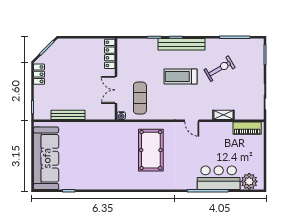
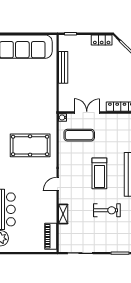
exercise bike: (220, 69) -> (107, 210), turned -60
treadmill: (180, 77) -> (99, 173), turned 180

